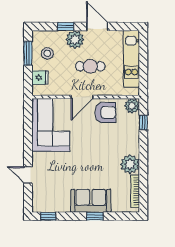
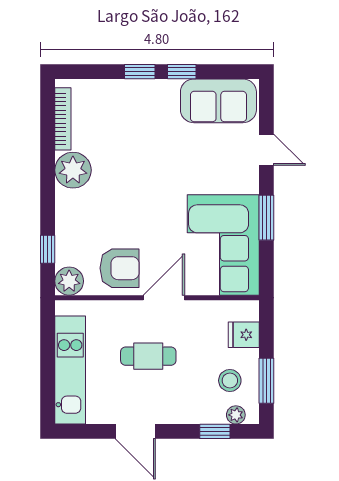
window: (66, 27) -> (215, 431), moved
plant: (75, 40) -> (236, 415), moved, width x0.53, depth x0.53
armchair: (105, 113) -> (120, 268), turned 180
window: (28, 139) -> (266, 218), added
sofa: (91, 201) -> (218, 101), moved
window: (48, 216) -> (182, 72), moved

